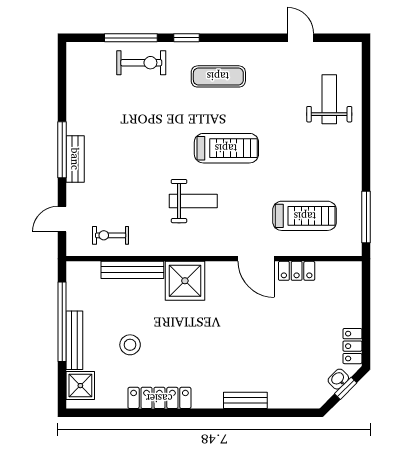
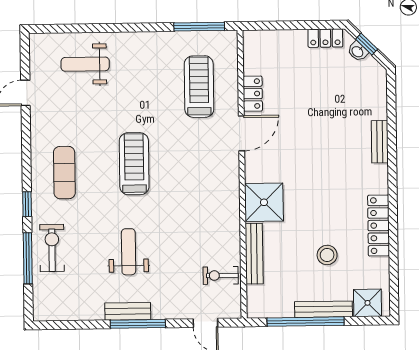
bench: (75, 159) -> (128, 311), moved
weight bench: (193, 201) -> (129, 252), moved
exercise bike: (111, 235) -> (221, 275), turned 90

